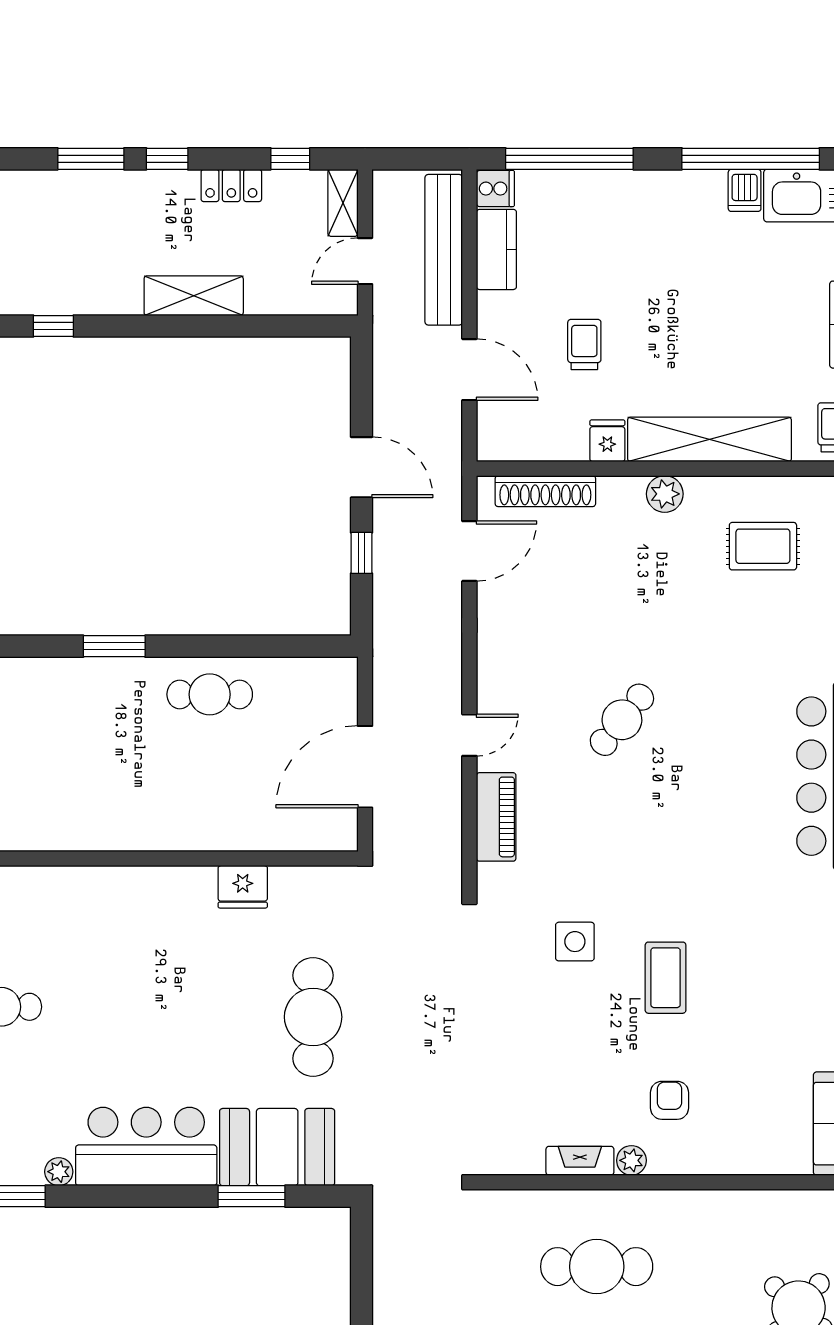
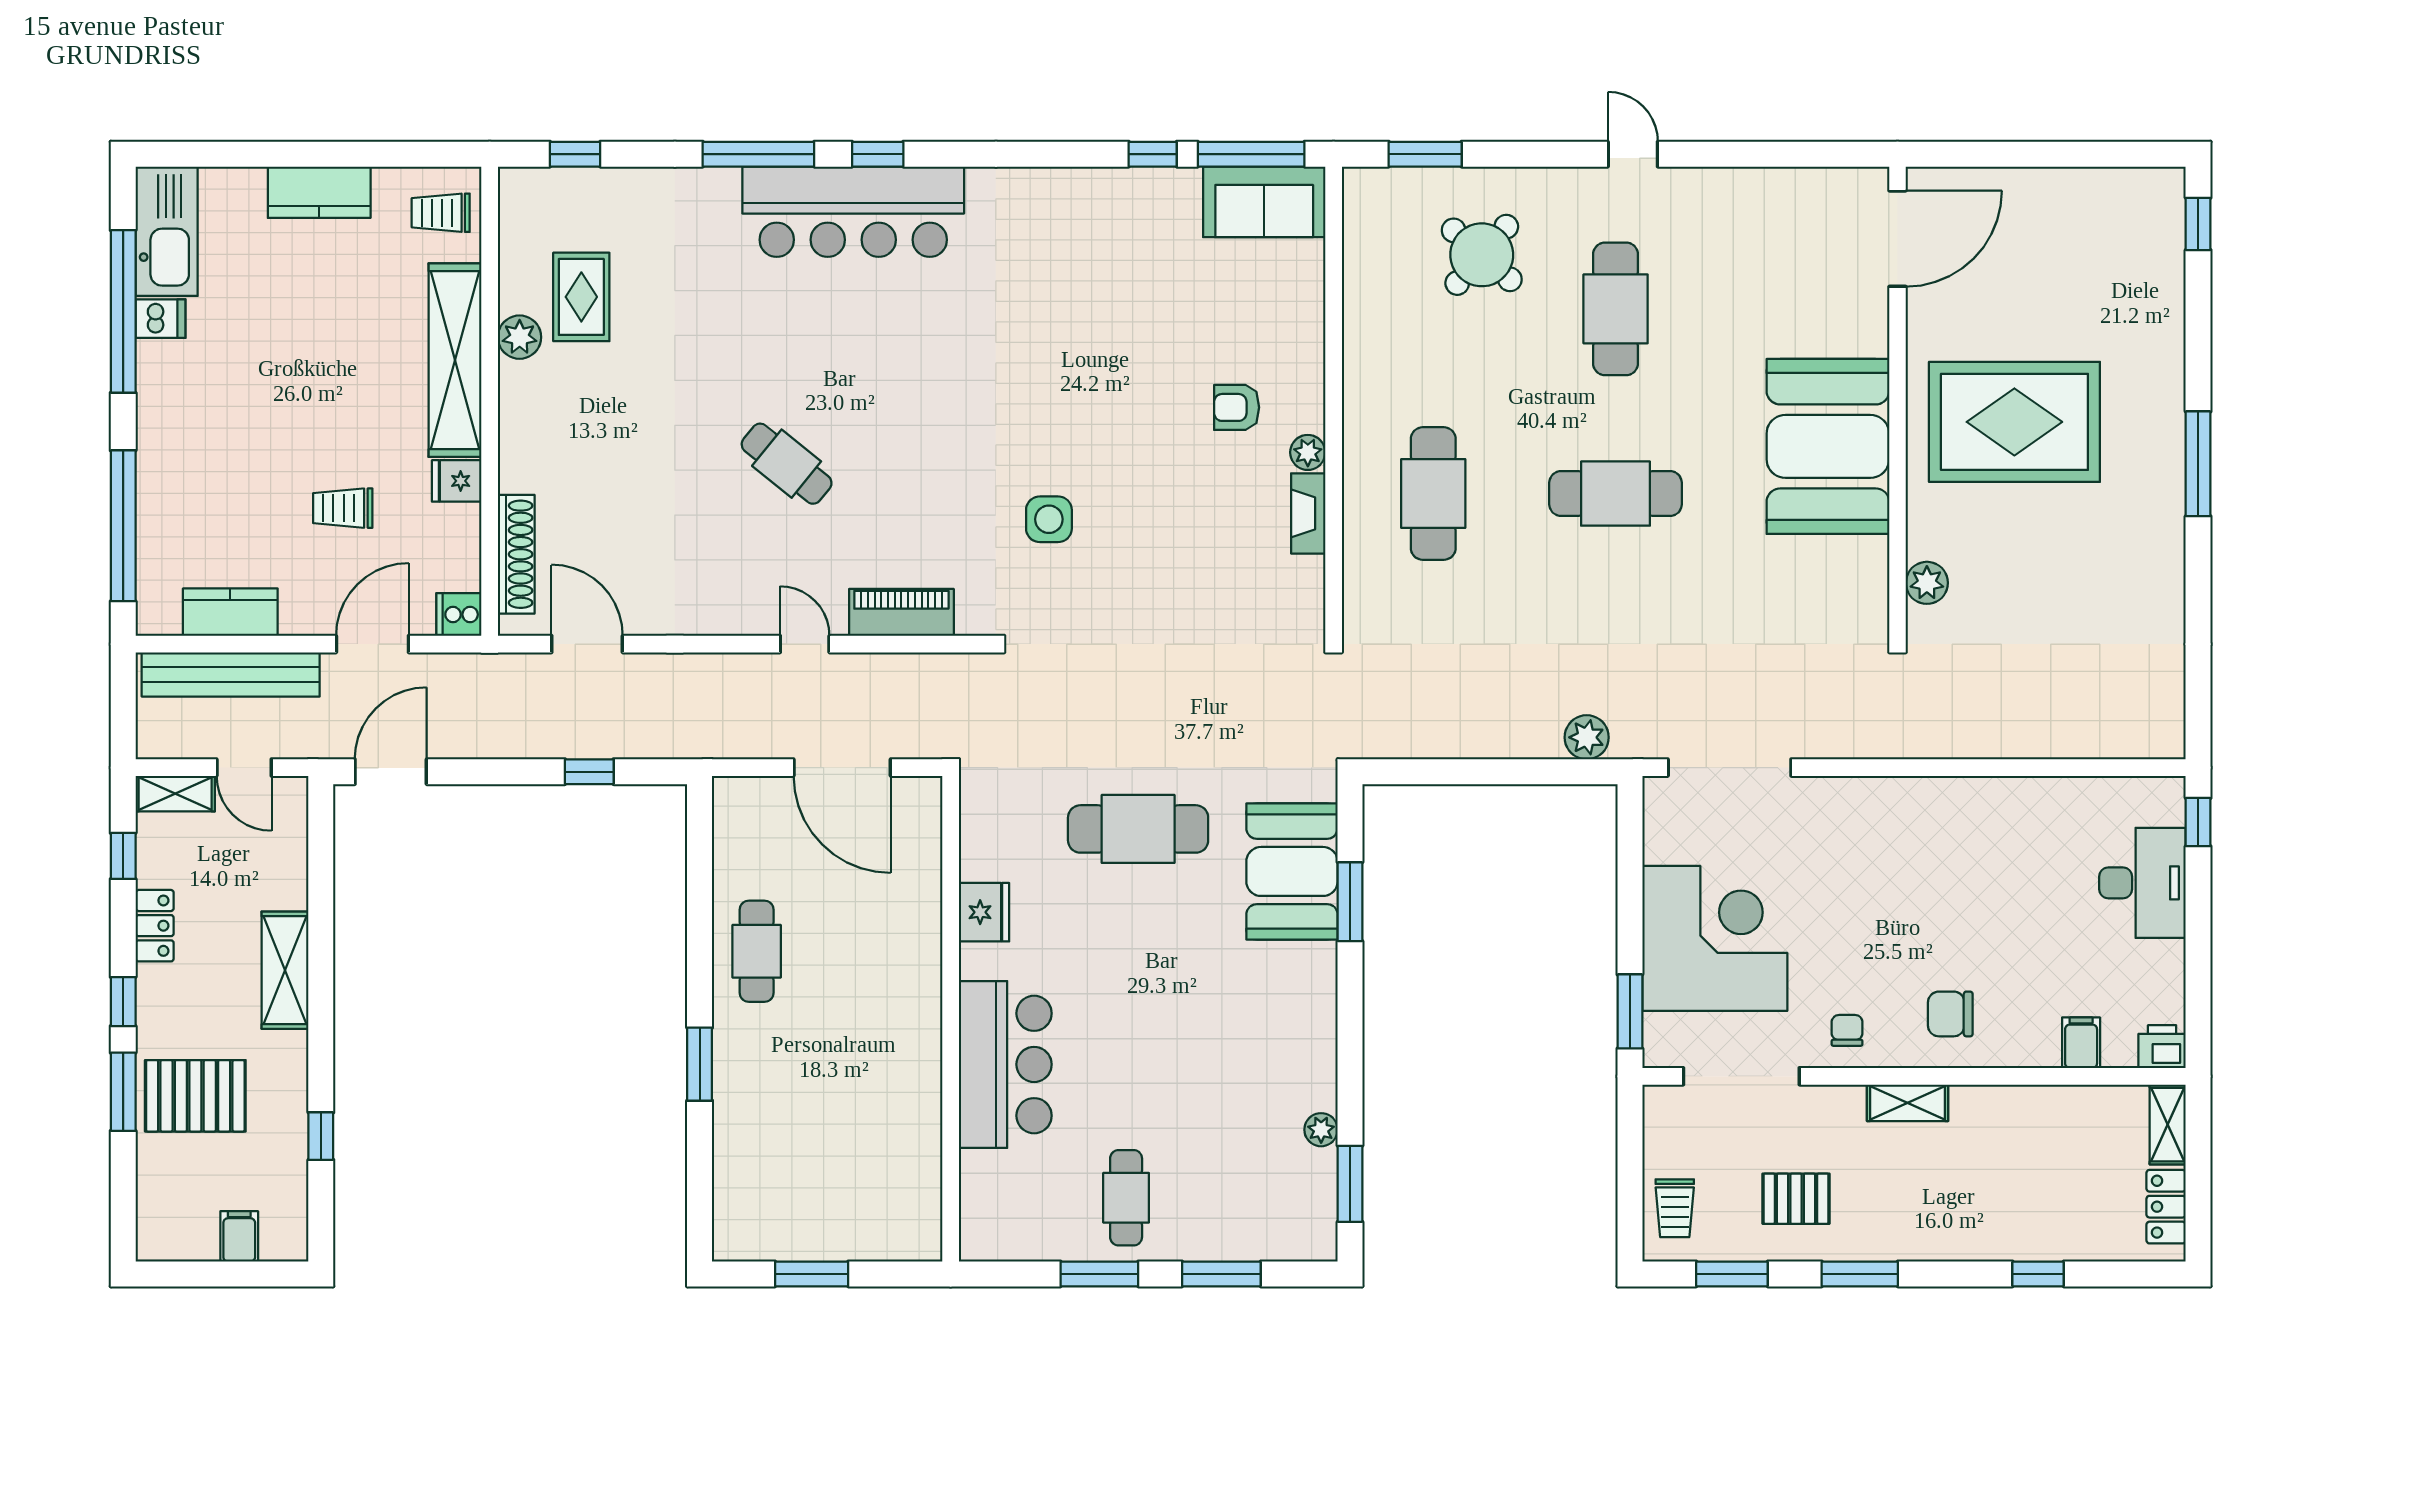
cooker: (495, 189) -> (459, 614), moved, turned -90
pallet: (87, 220) -> (195, 1096), added
door: (361, 467) -> (391, 772), moved
plant: (665, 494) -> (520, 337), moved
coffee table: (666, 978) -> (1092, 412), removed
bar counter: (146, 1146) -> (1005, 1064), moved, turned 180

